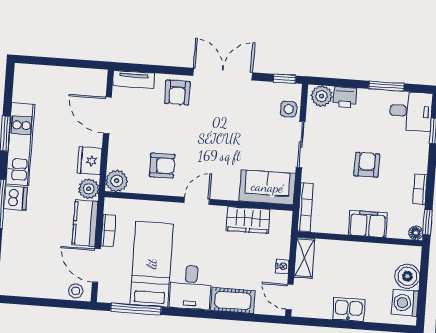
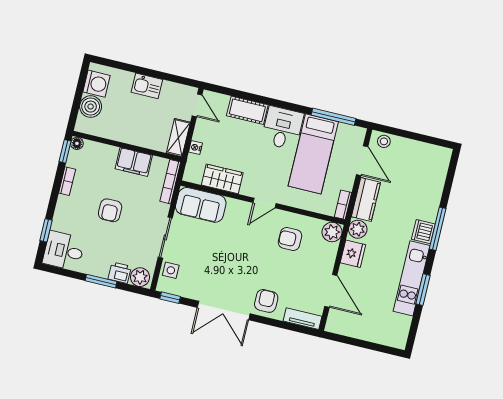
window: (386, 86) -> (101, 281), moved
filing cabinet: (368, 224) -> (134, 162), moved
bookcase: (108, 231) -> (343, 205), moved
nightstand: (282, 266) -> (196, 147), moved

